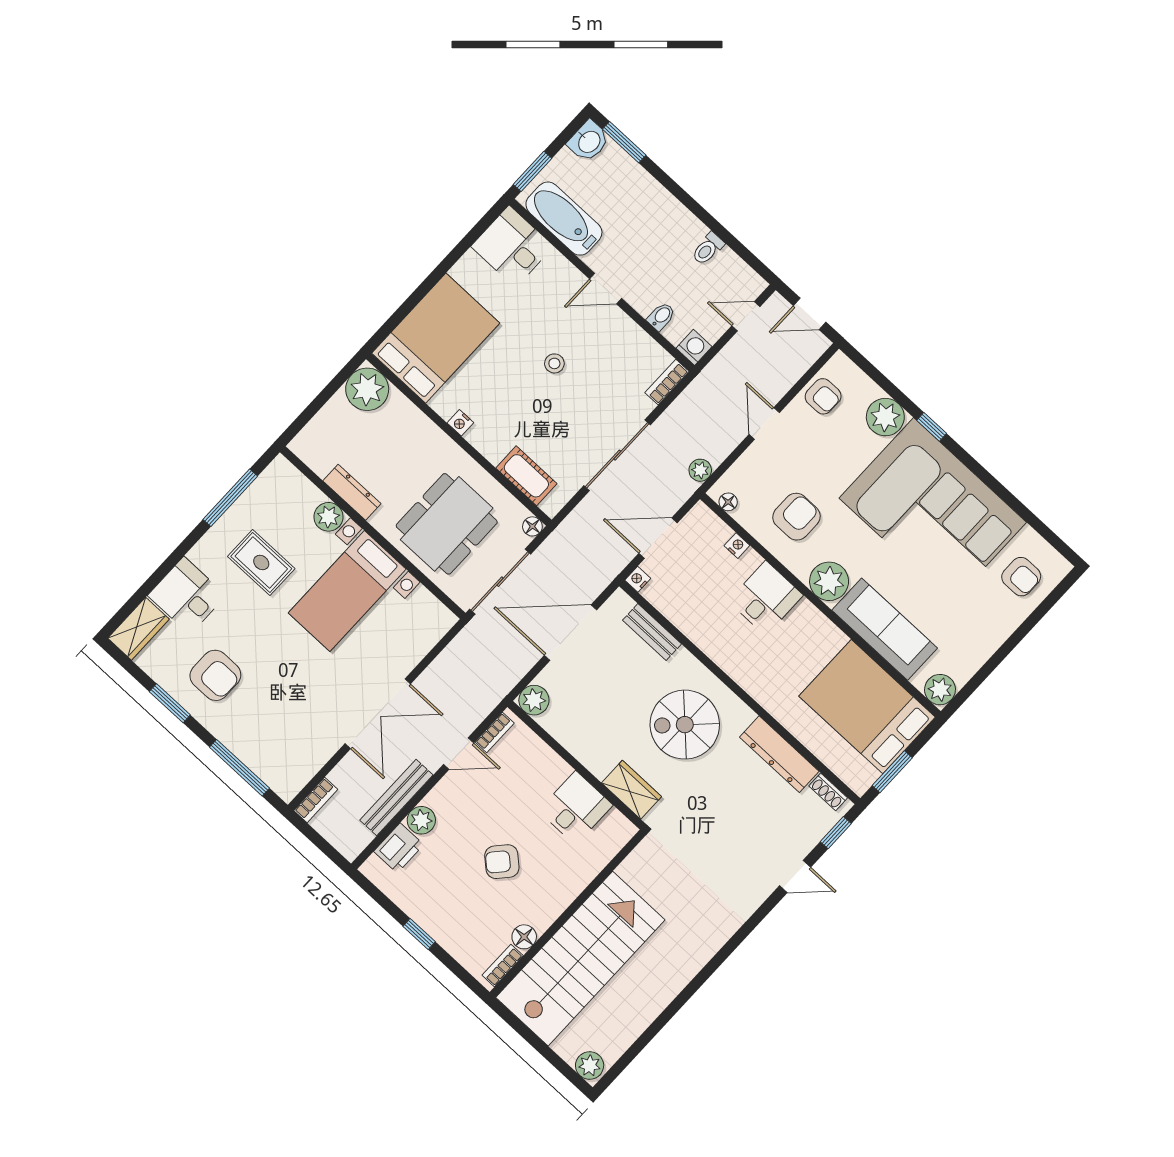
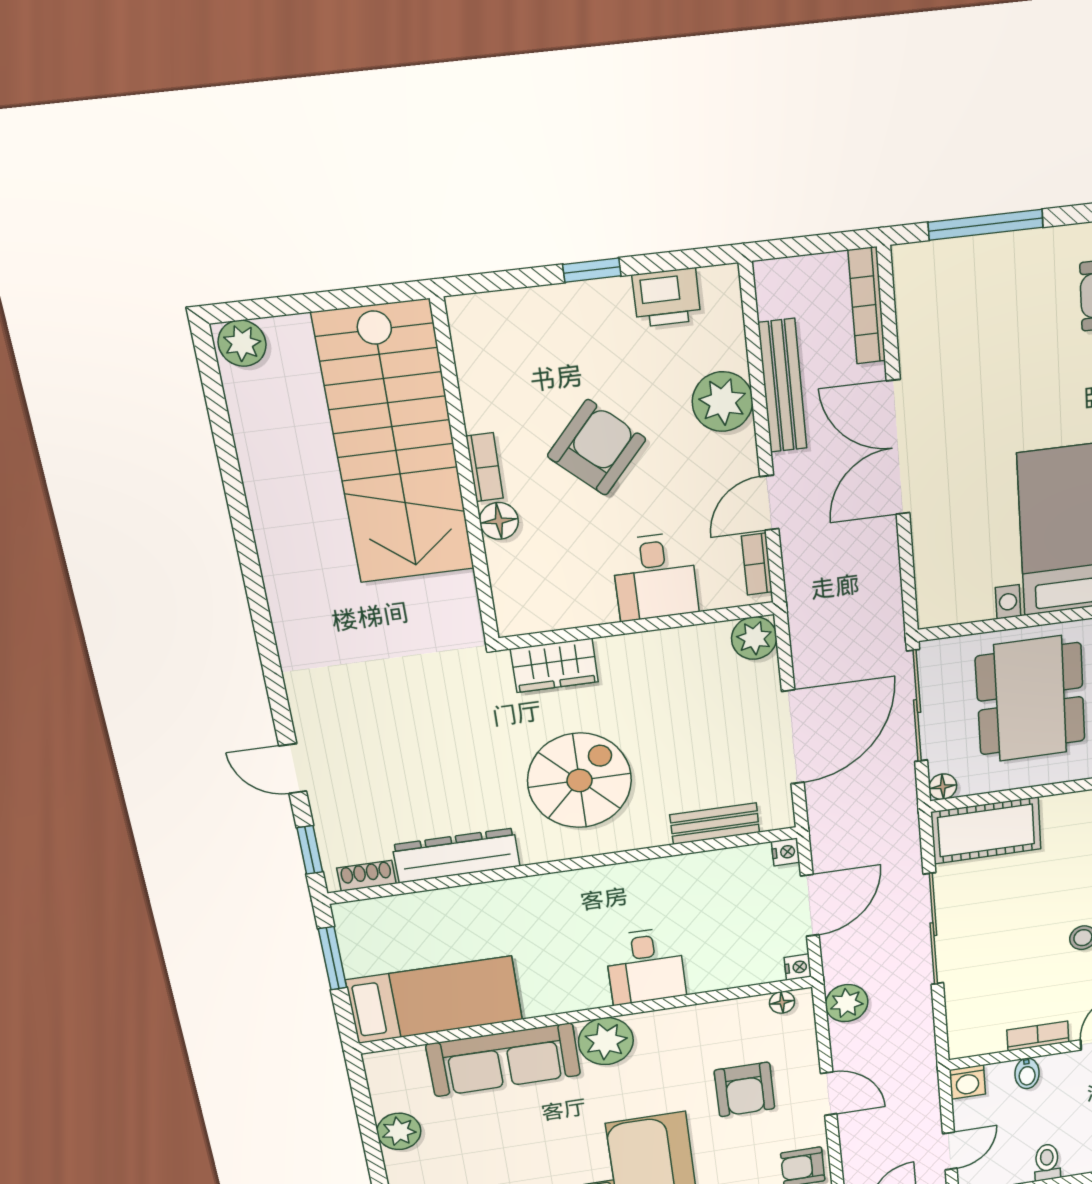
bookcase: (667, 382) -> (1038, 1036), moved, turned -90
plant: (700, 470) -> (847, 1003), width x1.38, depth x1.38
cot: (526, 476) -> (986, 831), width x1.37, depth x1.34
armchair: (796, 517) -> (744, 1089), moved
nightstand: (737, 546) -> (798, 967), moved, turned -90
plant: (940, 690) -> (399, 1131), moved
bed: (867, 707) -> (435, 1000), width x0.67
bookcase: (316, 800) -> (867, 306), width x1.56
desk: (576, 808) -> (655, 577), moved
plant: (421, 820) -> (723, 402), width x1.36, depth x1.36
printer: (399, 848) -> (667, 298), moved, turned -90
armchair: (502, 862) -> (597, 448), width x1.38, depth x1.38
door: (795, 876) -> (293, 769), hinge flipped
floor lamp: (524, 937) -> (499, 521), moved
bookcase: (503, 965) -> (485, 467), moved

